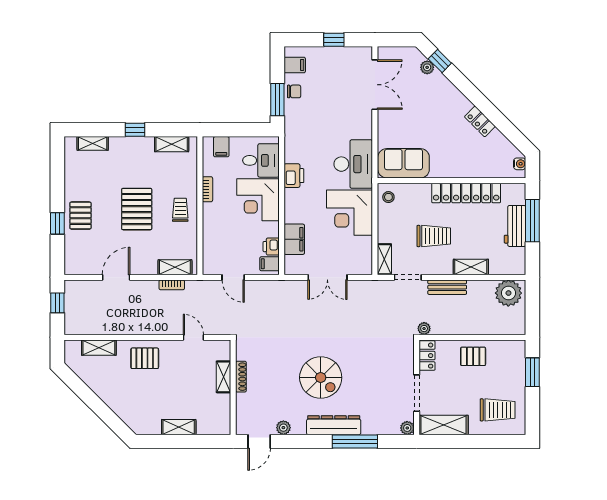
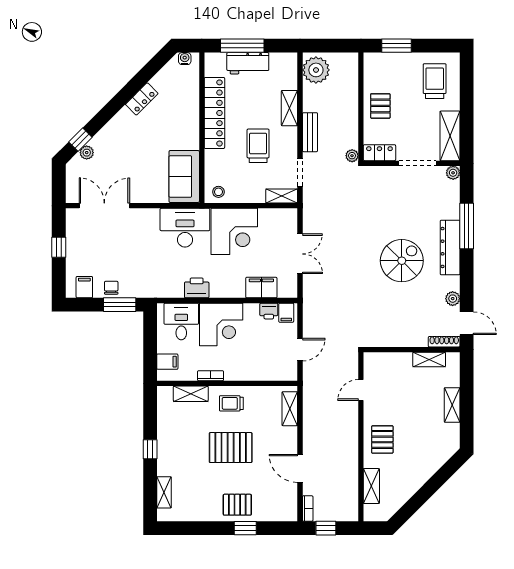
shelving: (172, 144) -> (191, 394), moved, turned 90
bookcase: (172, 285) -> (308, 509), moved
shelving: (223, 377) -> (429, 359), moved
shoe rack: (241, 377) -> (444, 342), moved

